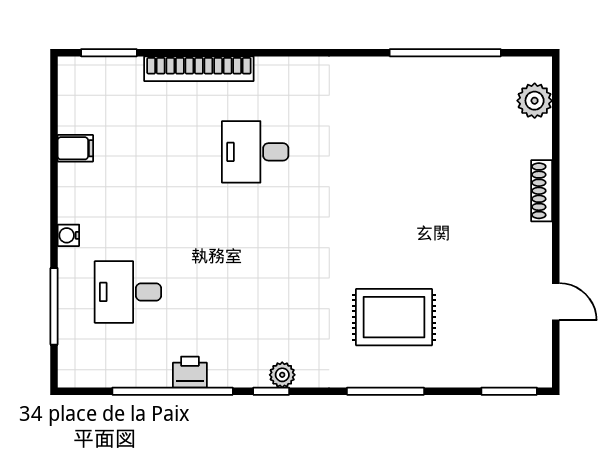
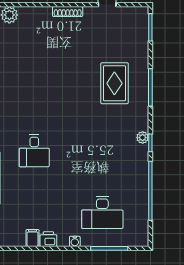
shoe rack: (542, 191) -> (68, 12), moved
desk: (128, 292) -> (102, 212), width x1.37
printer: (190, 372) -> (48, 239), moved, turned 90

